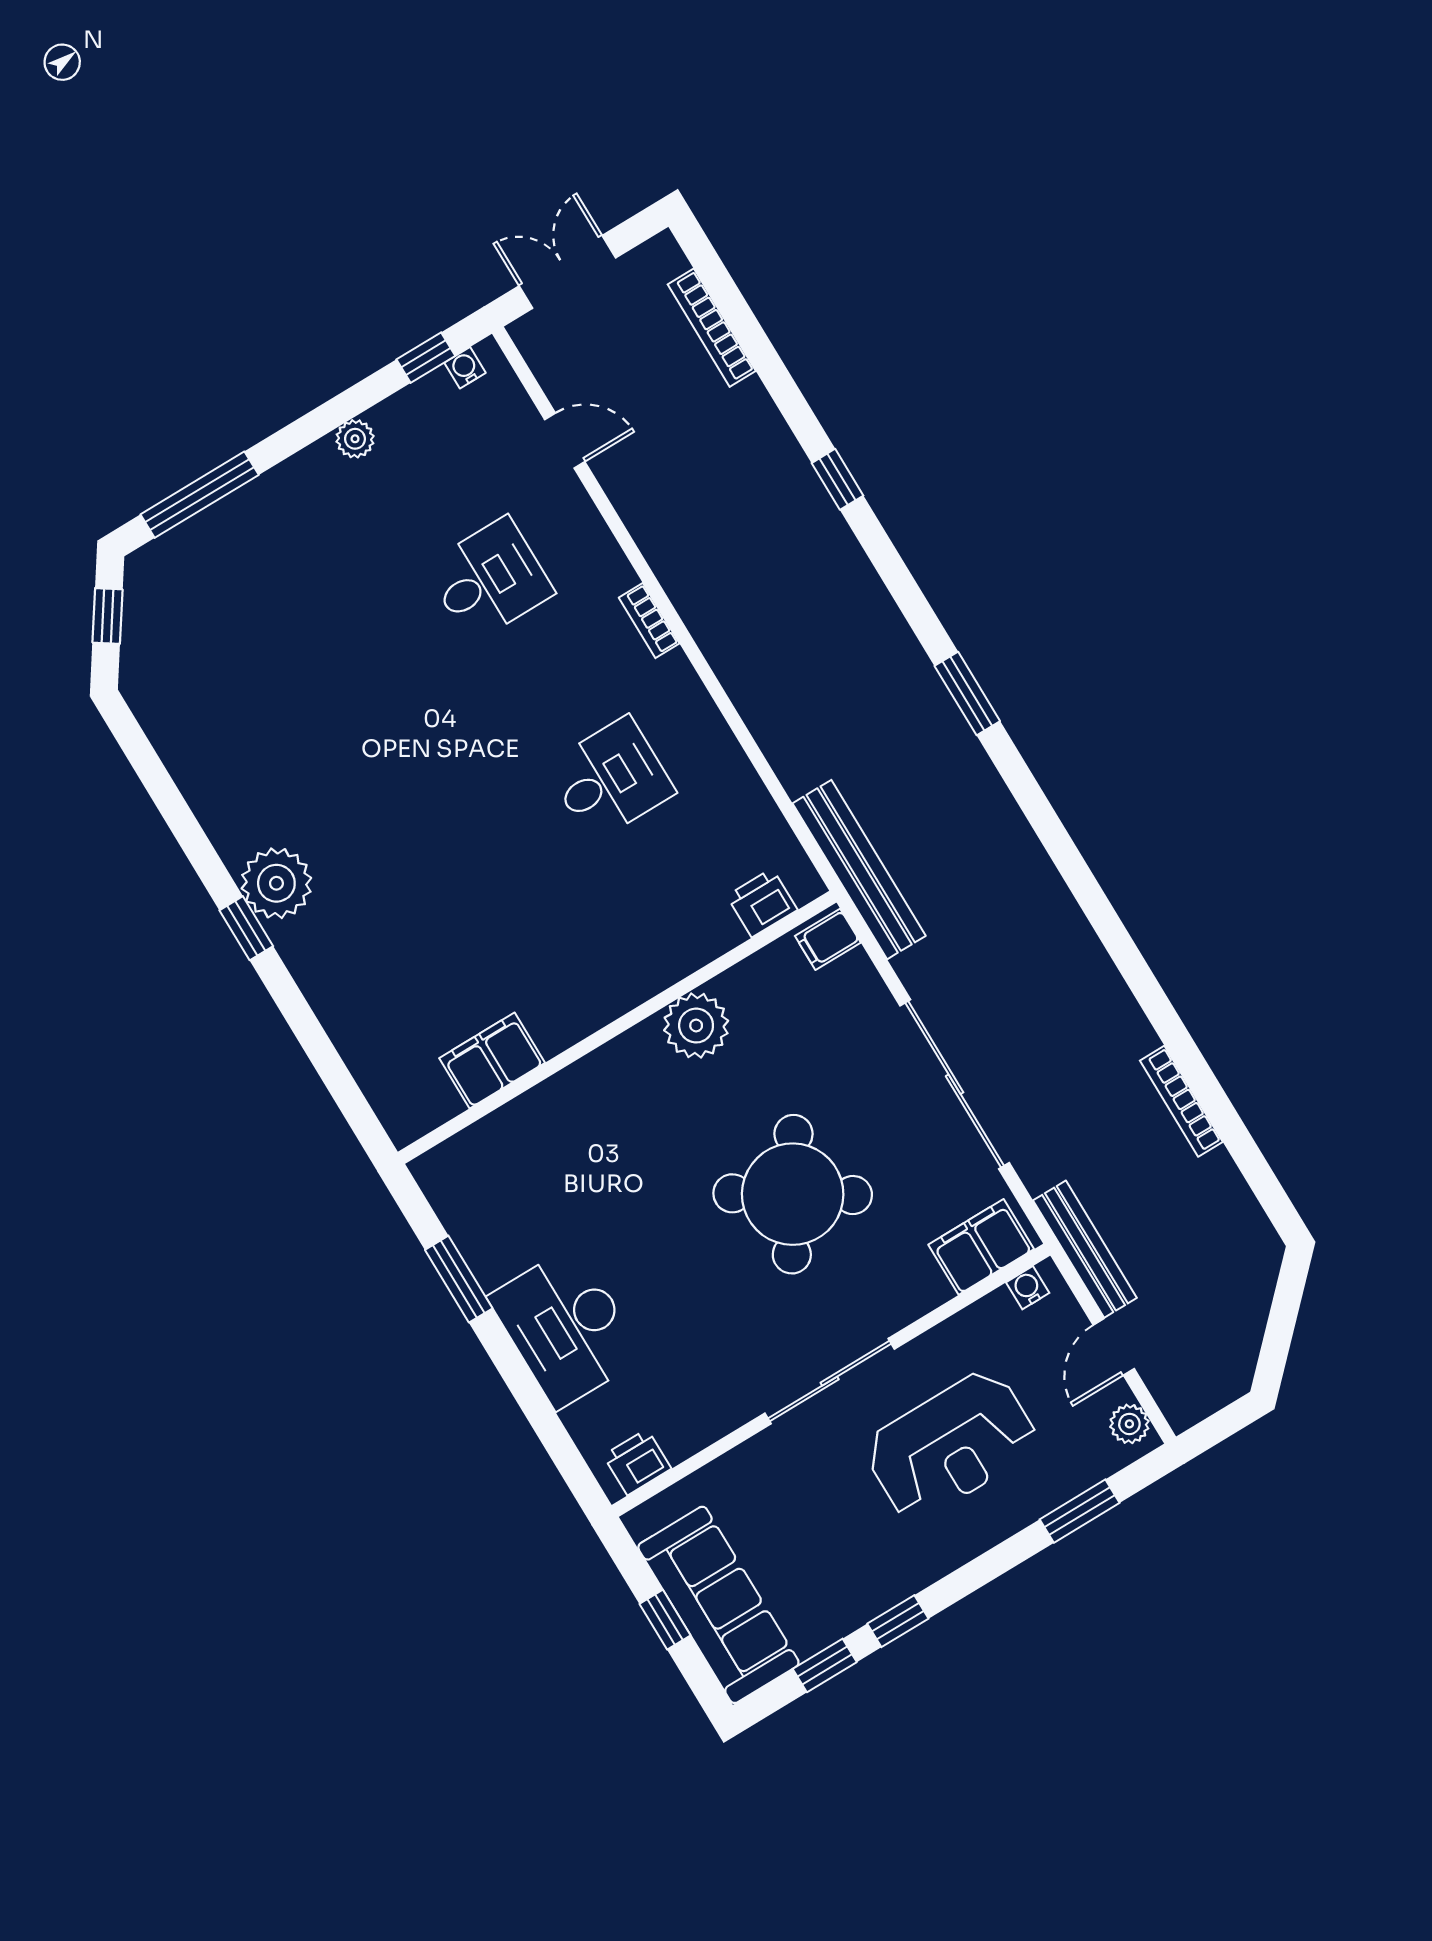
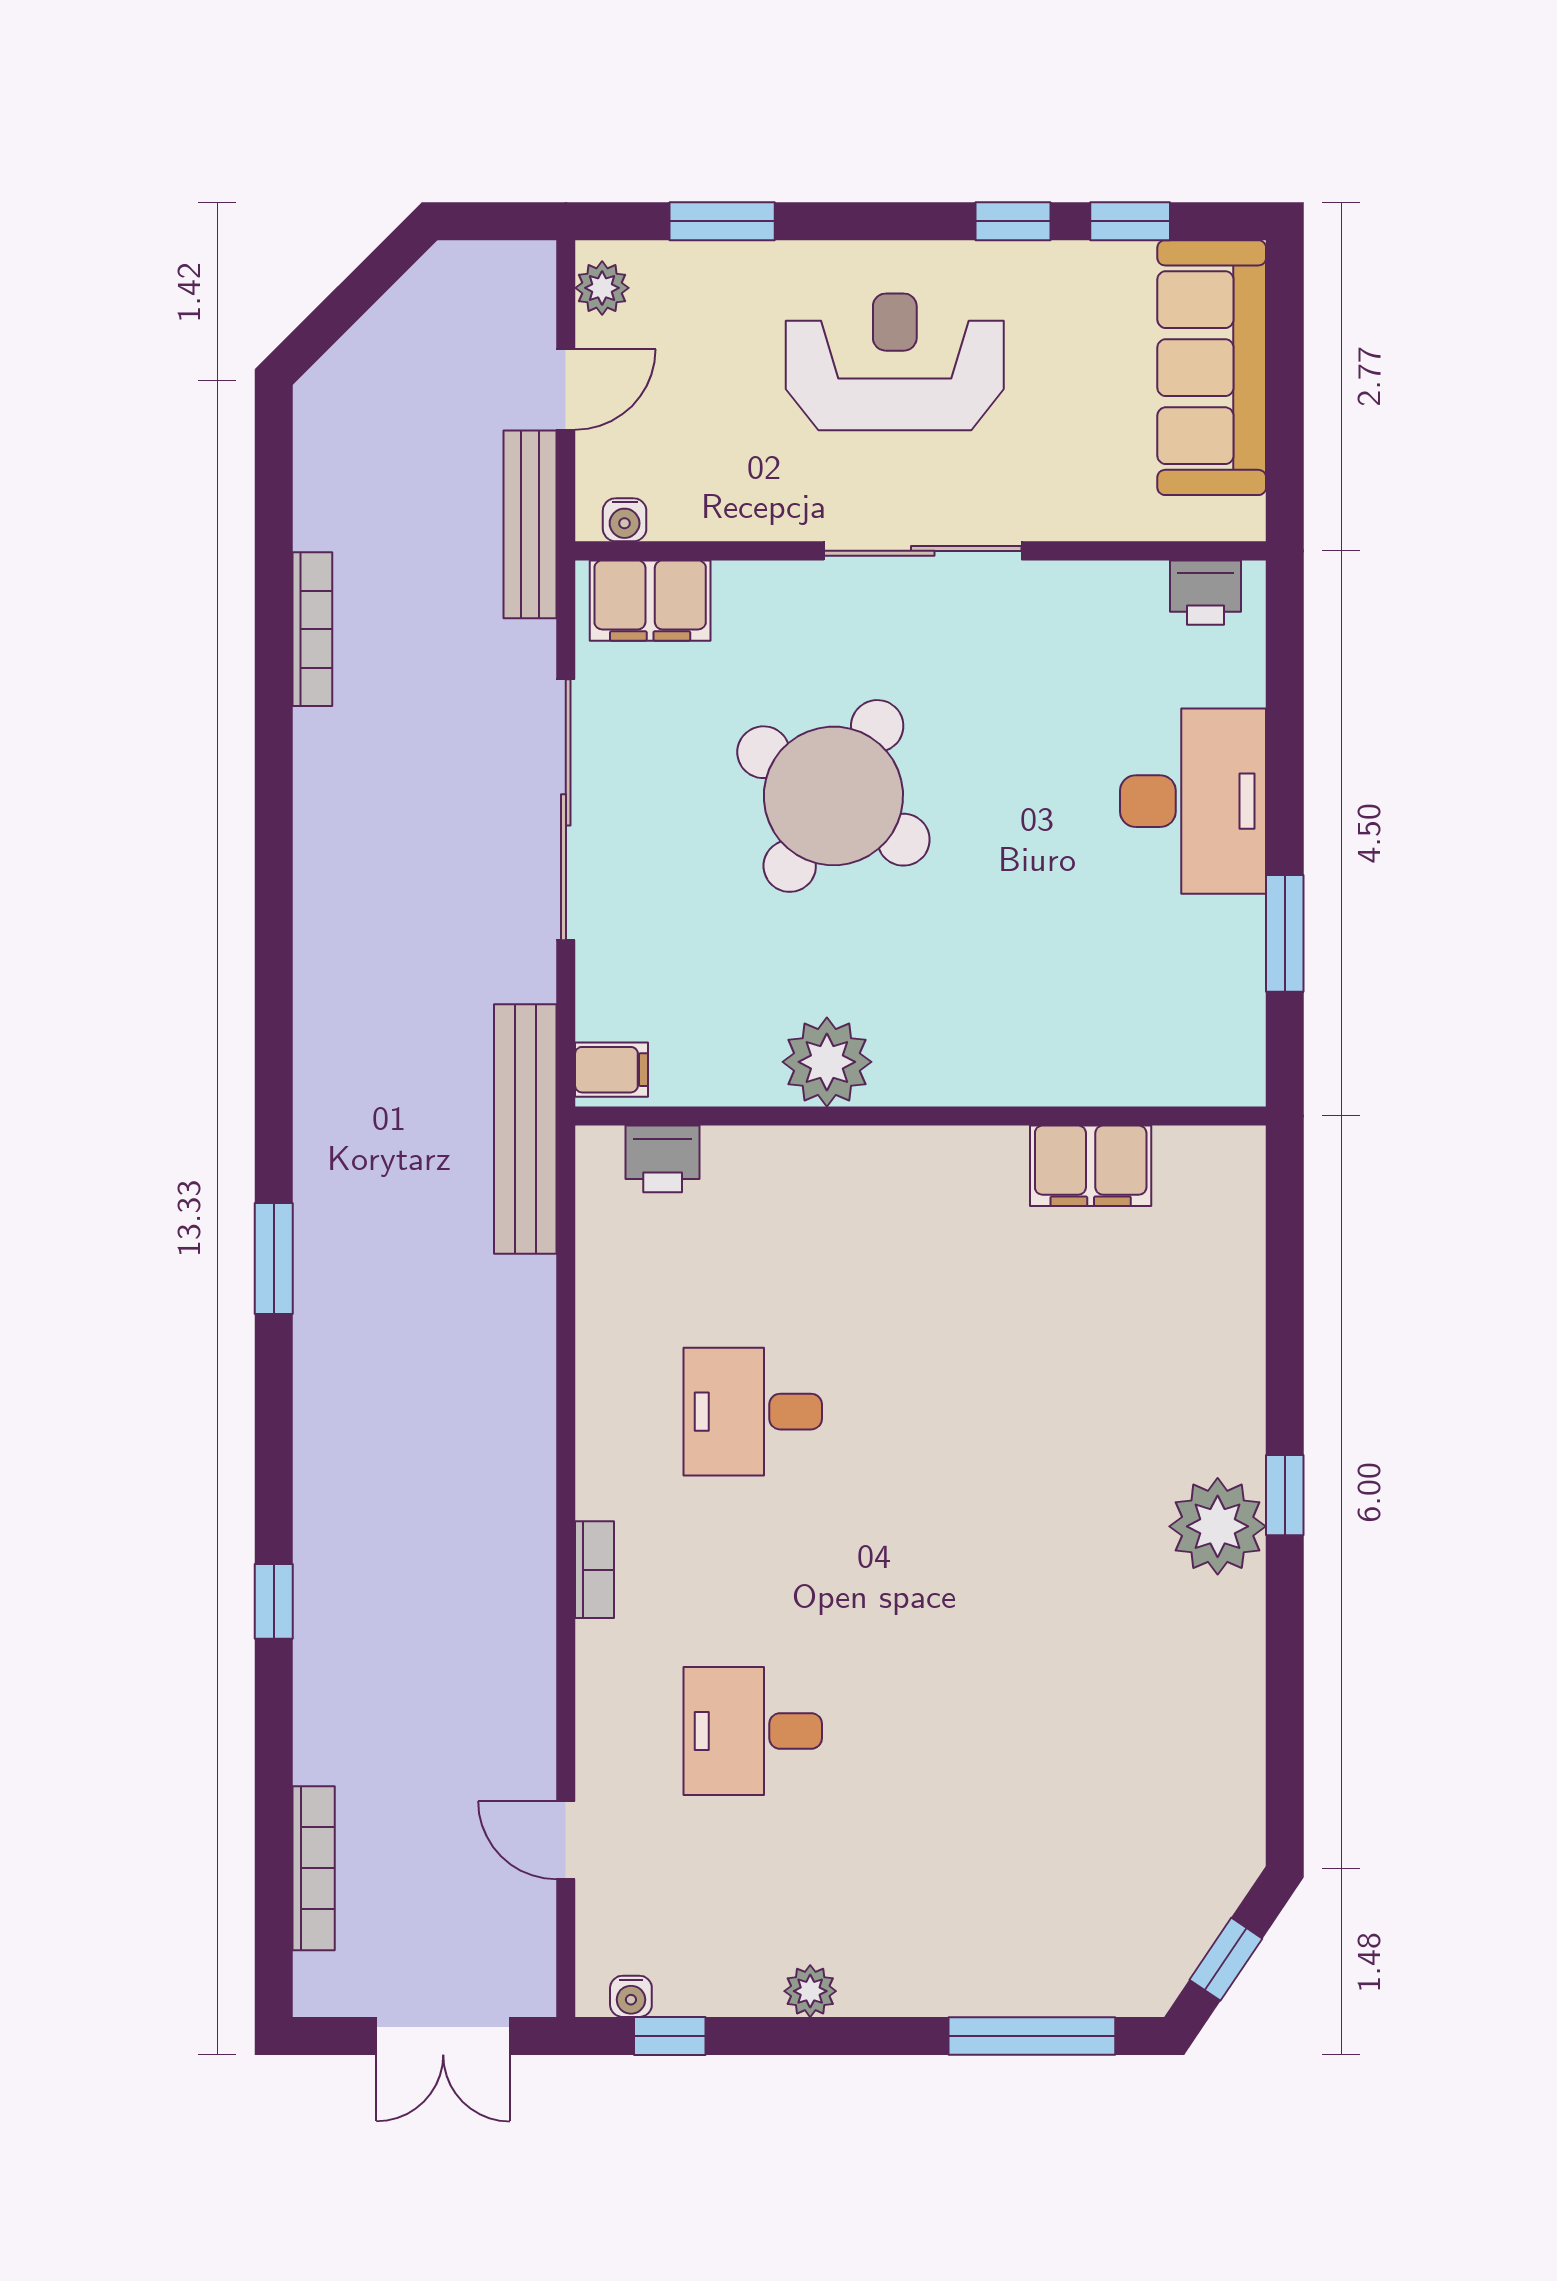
reception desk: (951, 1445) -> (895, 362), moved
window: (665, 1620) -> (1285, 388), removed

